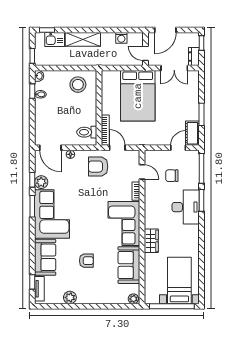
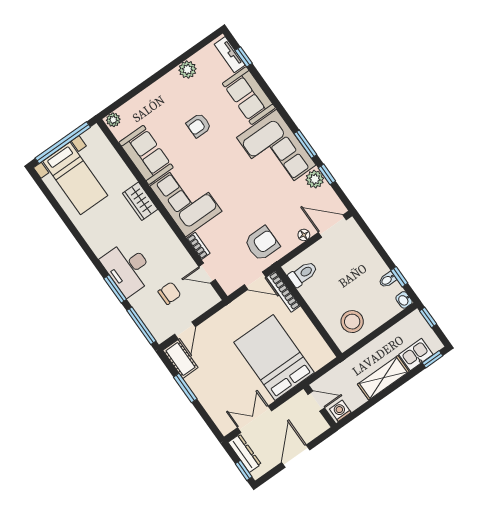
wall: (145, 49) -> (320, 406), moved
door: (145, 53) -> (316, 401), moved
dresser: (194, 57) -> (245, 453), width x1.44

